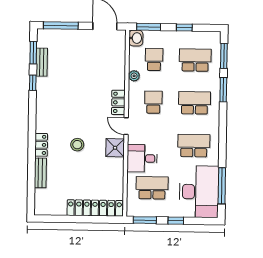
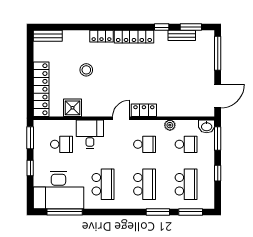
locker: (42, 111) -> (134, 37), added
stool: (77, 145) -> (86, 70), moved
shower: (115, 148) -> (72, 108), moved
bench: (40, 173) -> (48, 36), moved
school desk: (152, 188) -> (62, 144), width x0.54

